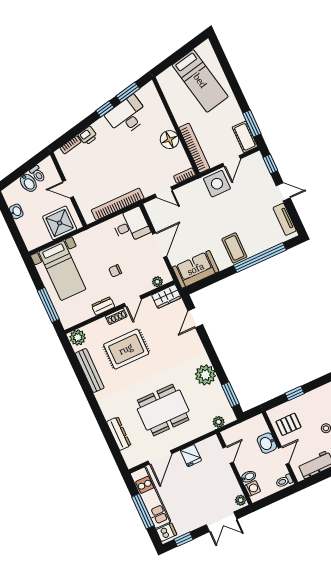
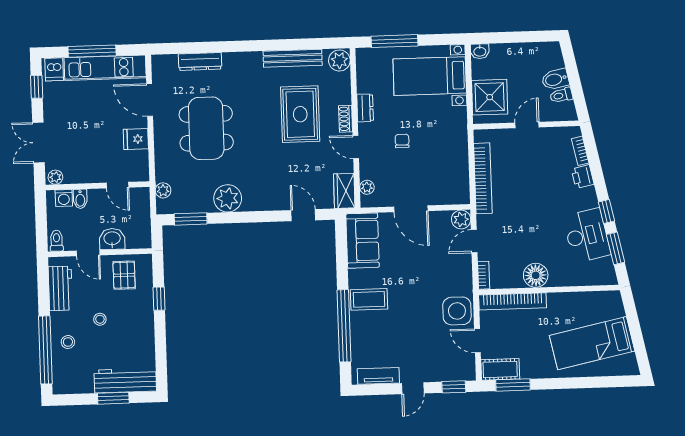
plant: (152, 207) -> (461, 219), added
washbasin: (16, 211) -> (480, 51), moved
desk: (131, 225) -> (450, 184), removed

